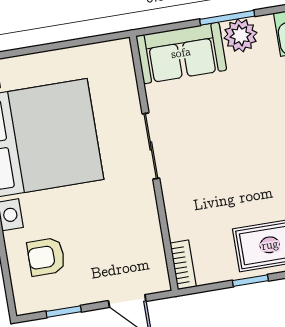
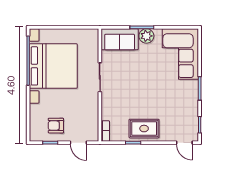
armchair: (46, 257) -> (56, 126), moved

